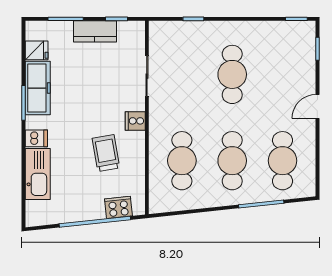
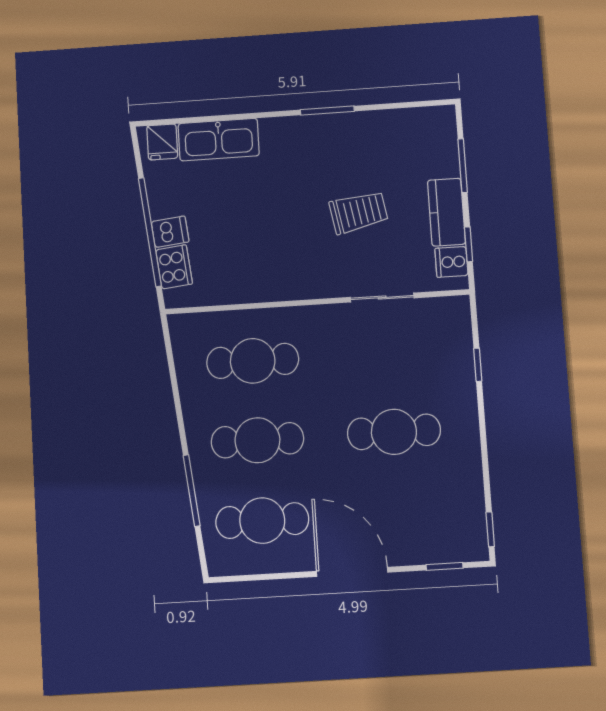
fridge: (37, 50) -> (162, 142), moved
freezer: (38, 88) -> (352, 130), removed
door: (317, 107) -> (352, 572), width x1.87
cooker: (135, 121) -> (451, 262), moved, turned -90
dishwasher: (36, 138) -> (170, 232), moved, turned -96
trolley: (106, 153) -> (359, 212), moved

